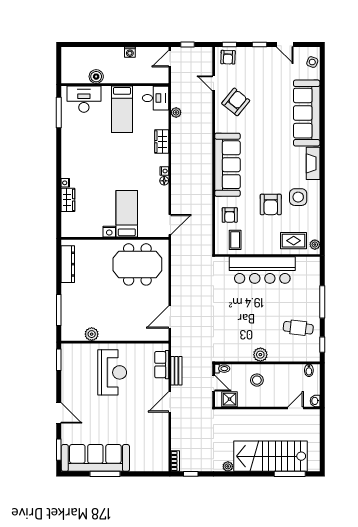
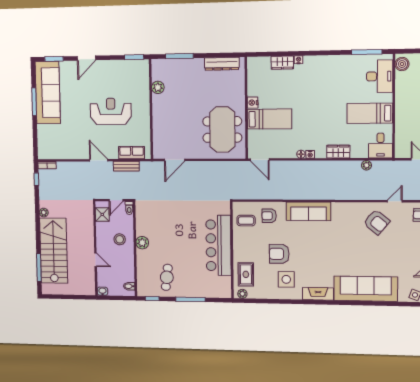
boiler: (96, 77) -> (402, 64), moved
sofa: (227, 165) -> (308, 211), width x0.74, depth x0.79
door: (170, 317) -> (175, 160), swing flipped
reception desk: (112, 372) -> (111, 111), moved, turned 180
door: (296, 408) -> (96, 260), moved

